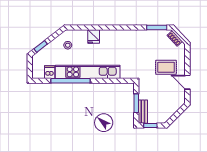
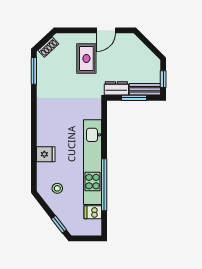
dresser: (144, 90) -> (116, 88), added

